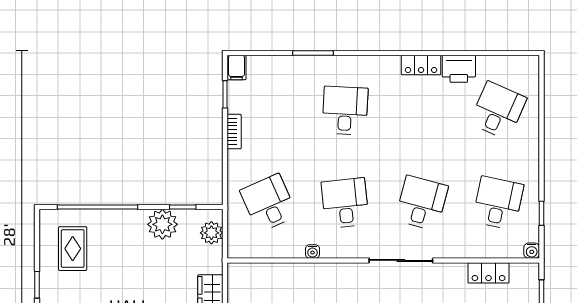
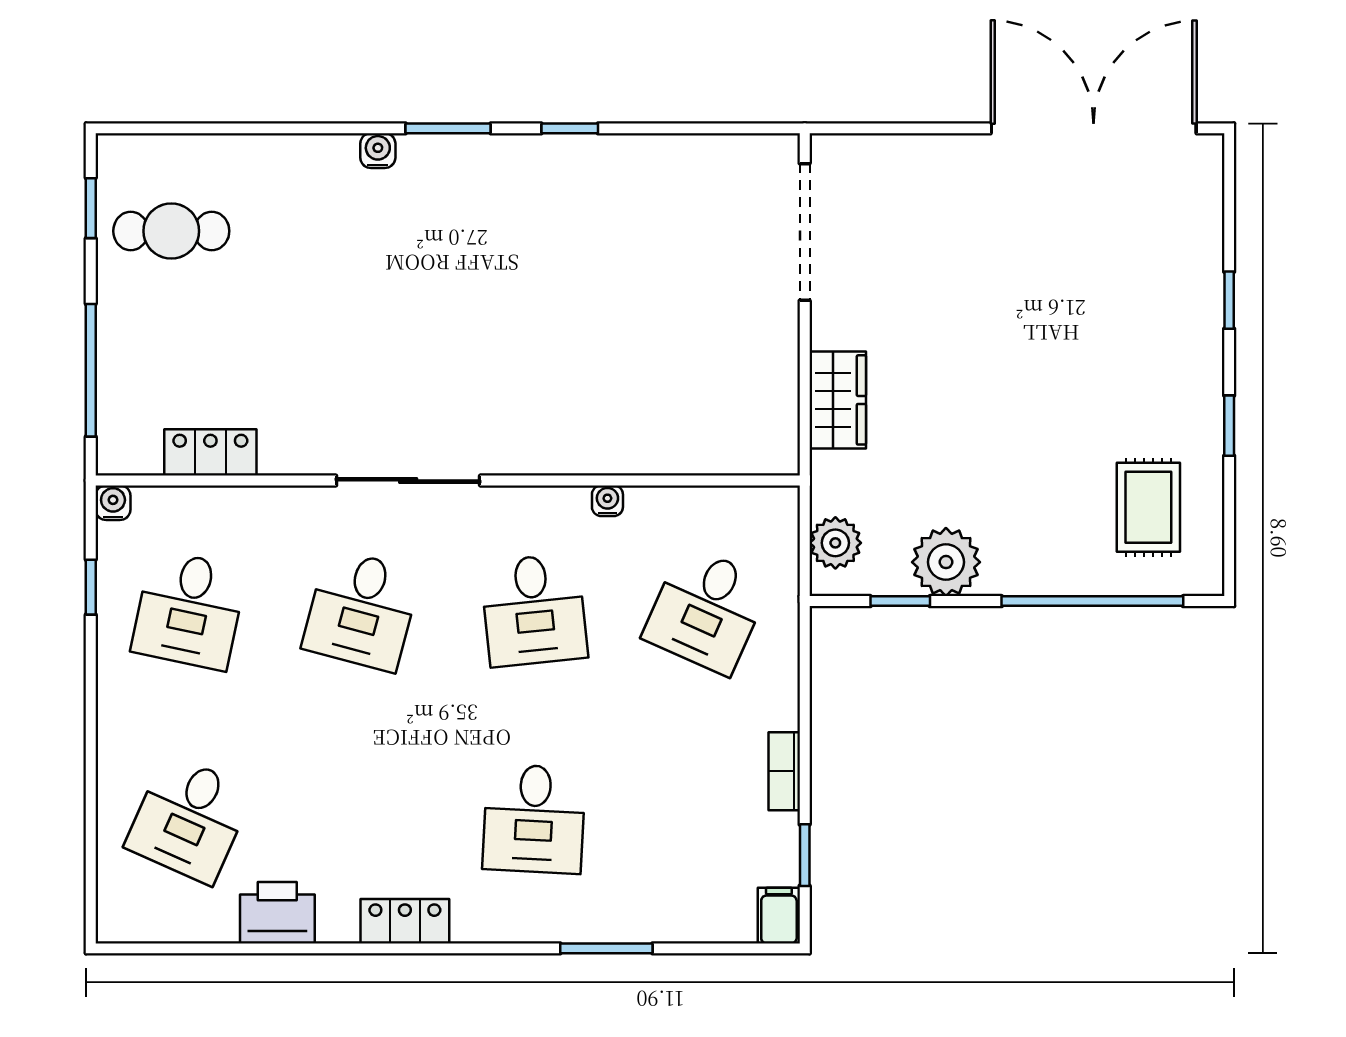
locker: (421, 65) -> (405, 921), moved
desk: (269, 203) -> (706, 610), turned 48

